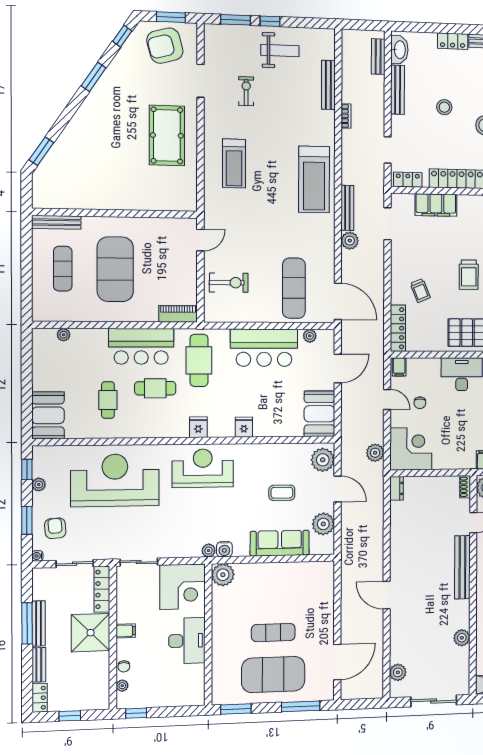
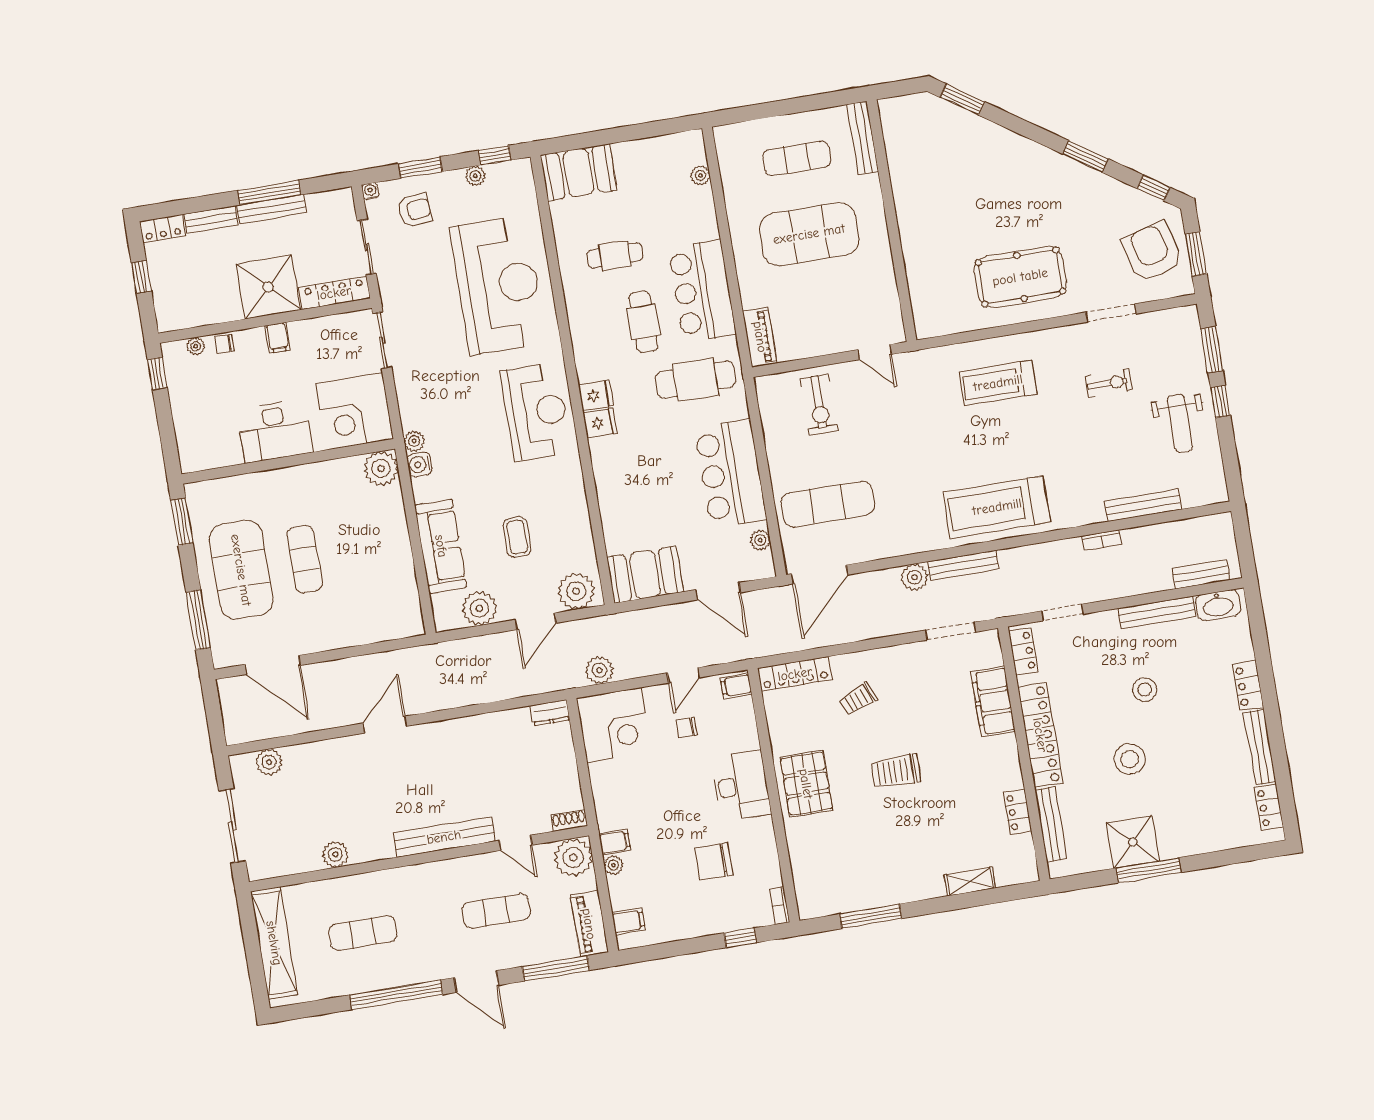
fridge: (244, 427) -> (600, 423), moved

